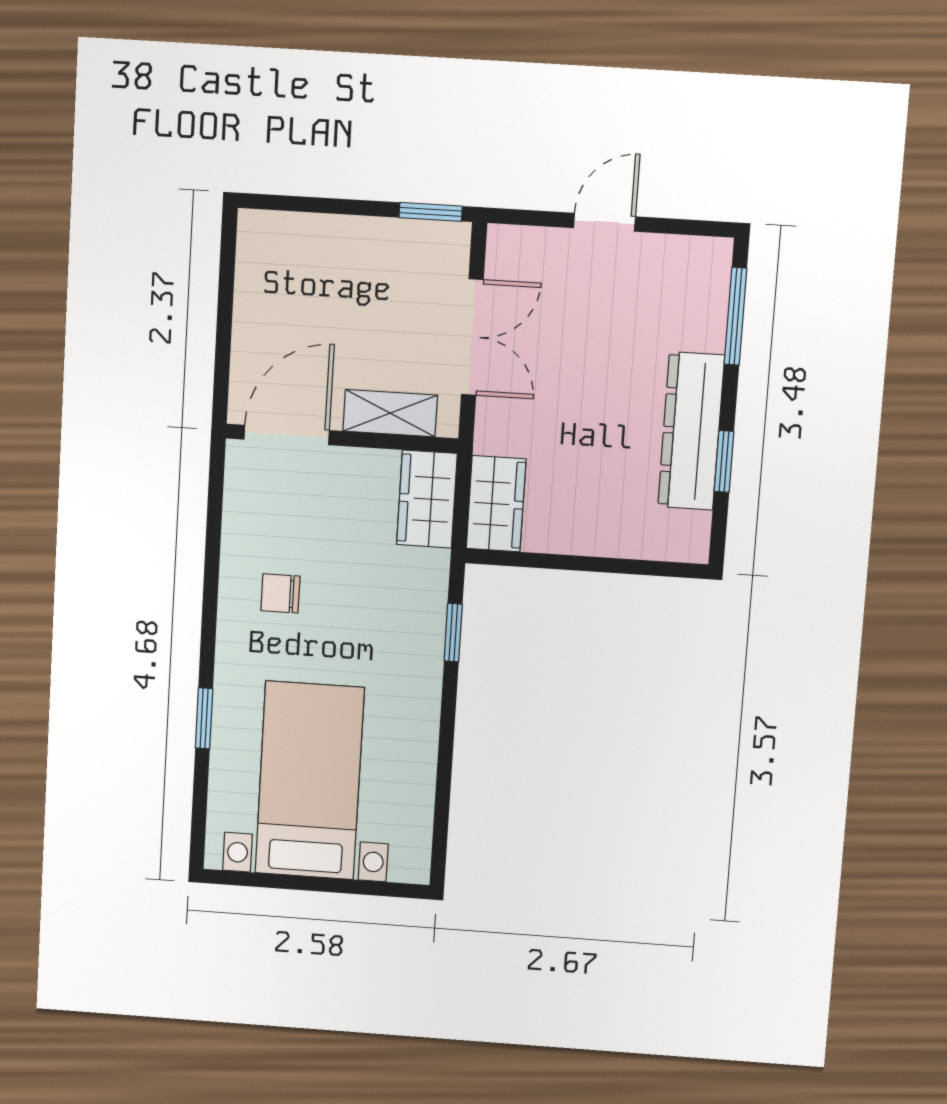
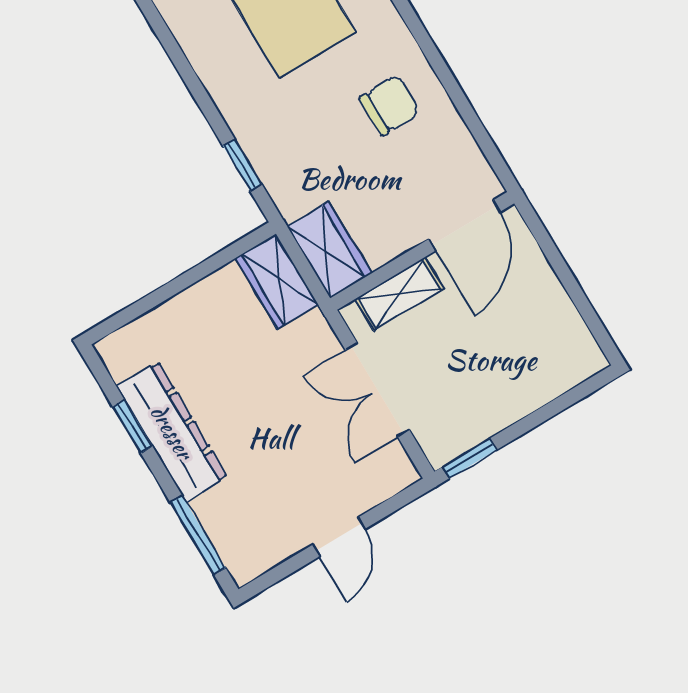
chair: (280, 593) -> (389, 105), width x1.37, depth x1.37

